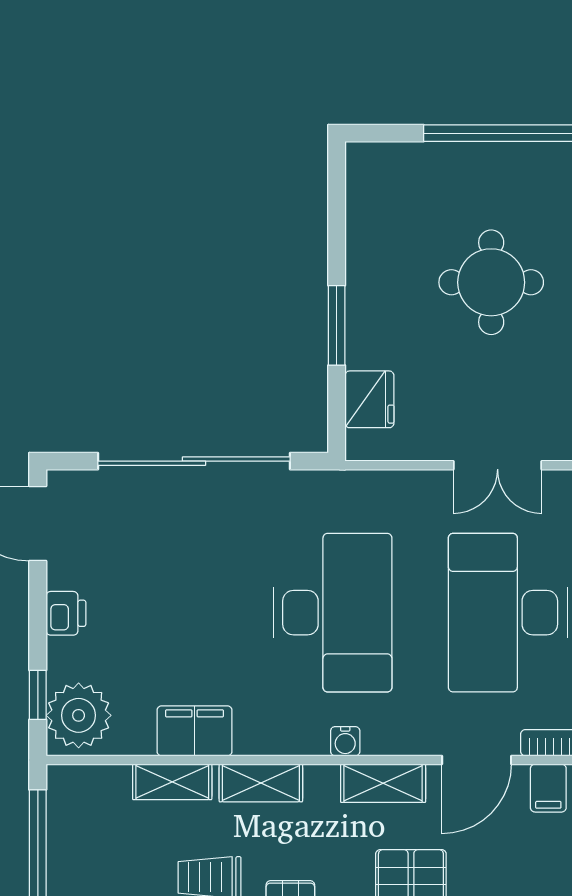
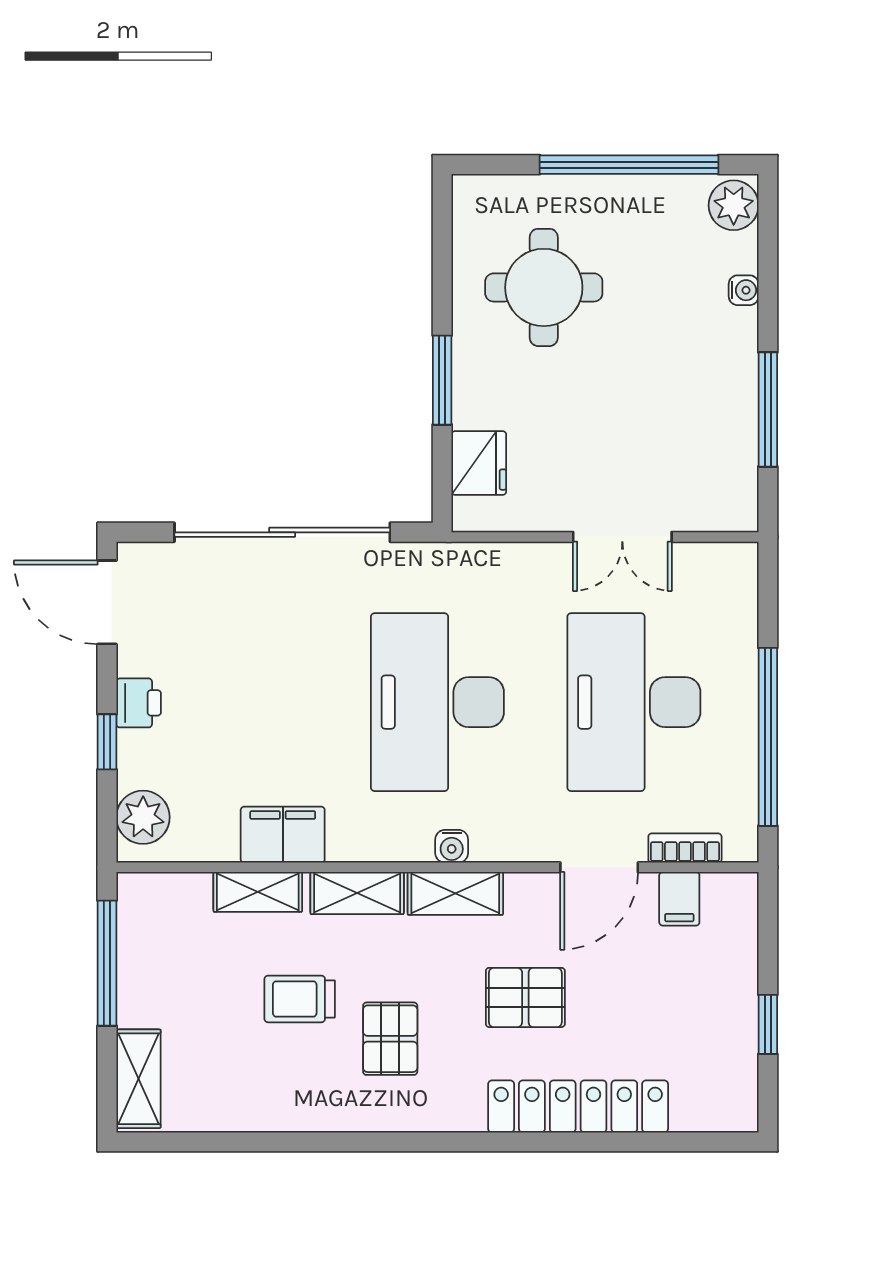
round table: (491, 282) -> (544, 287), moved
desk: (332, 613) -> (437, 702), turned 180
window: (38, 695) -> (107, 742), moved
plant: (79, 715) -> (143, 817), width x0.73, depth x0.73
shelving: (383, 783) -> (455, 893), moved

